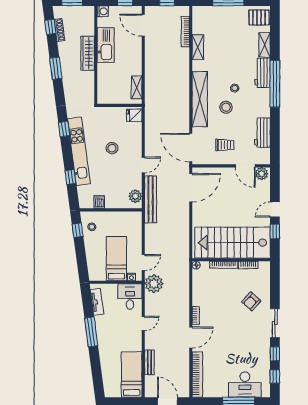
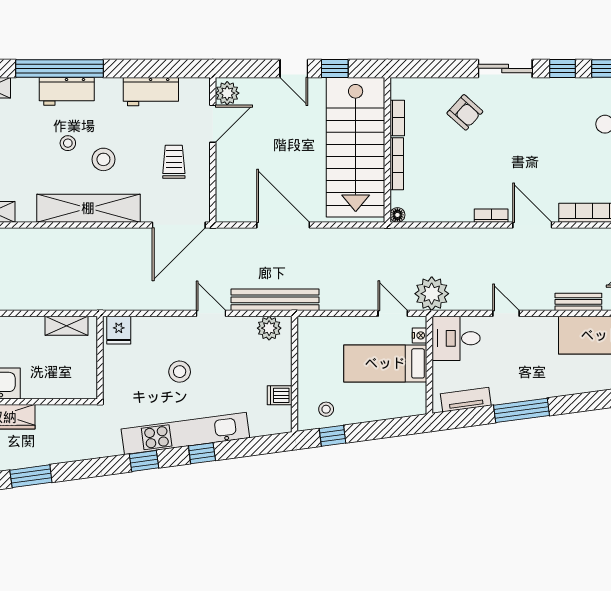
workbench: (263, 73) -> (67, 91), moved
window: (70, 177) -> (202, 453), moved
door: (191, 188) -> (283, 225), moved

